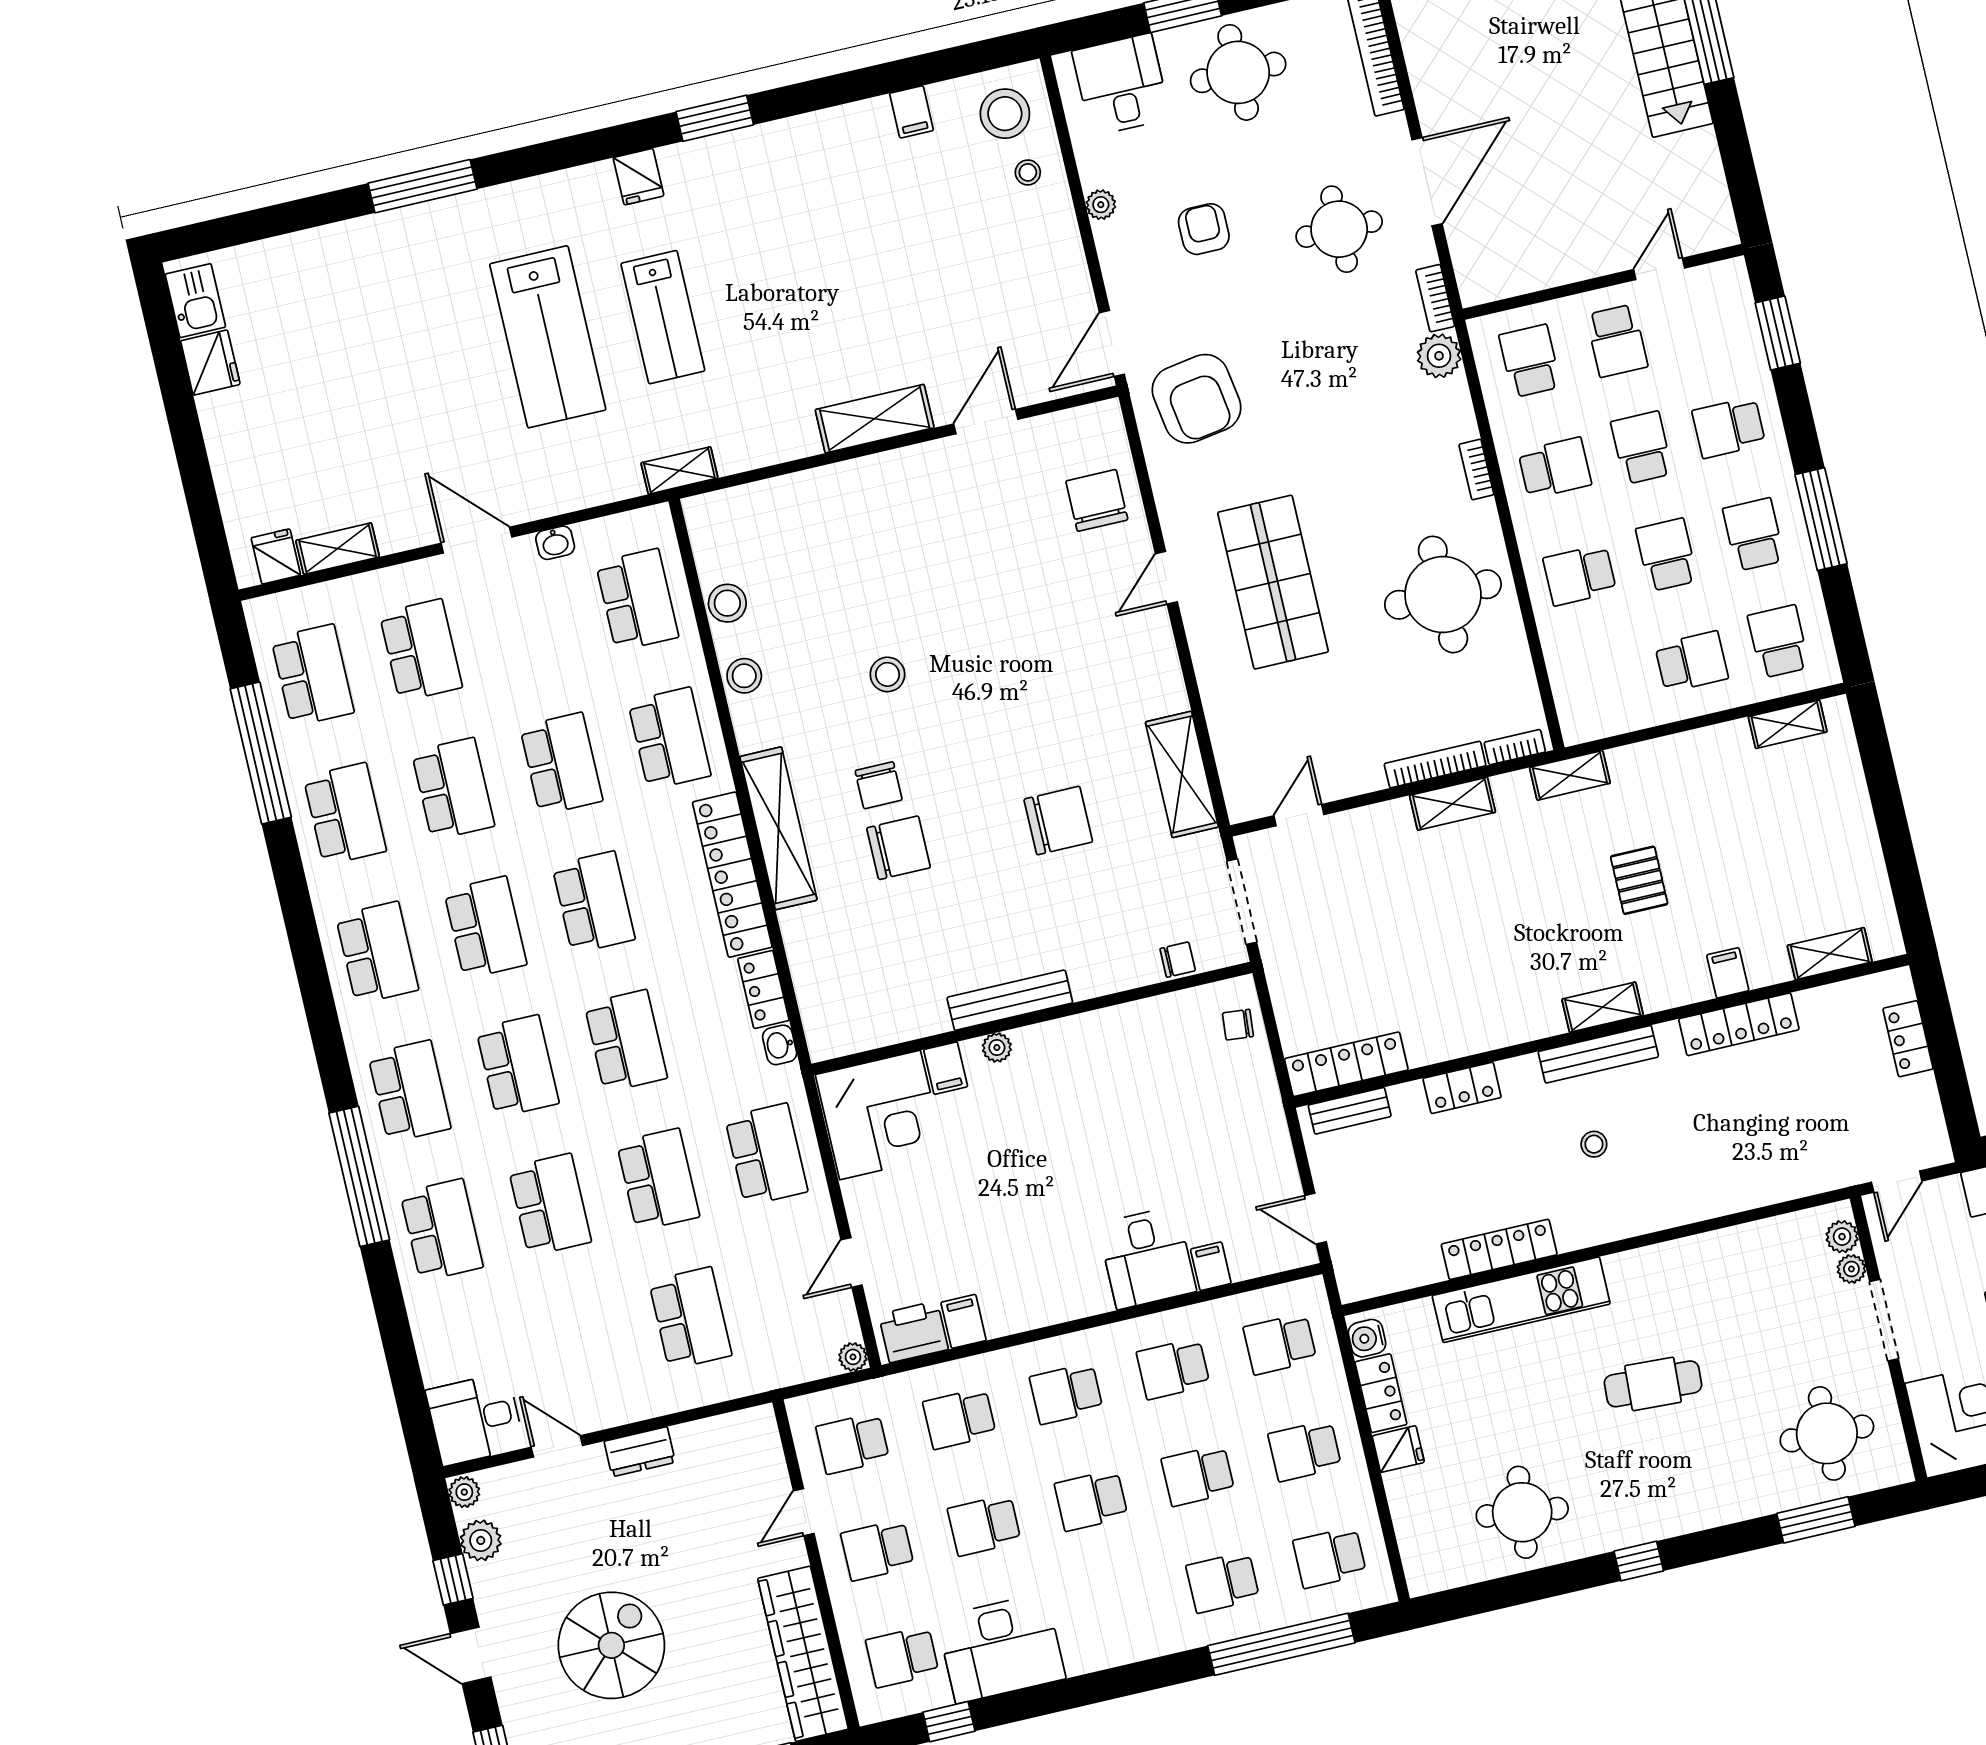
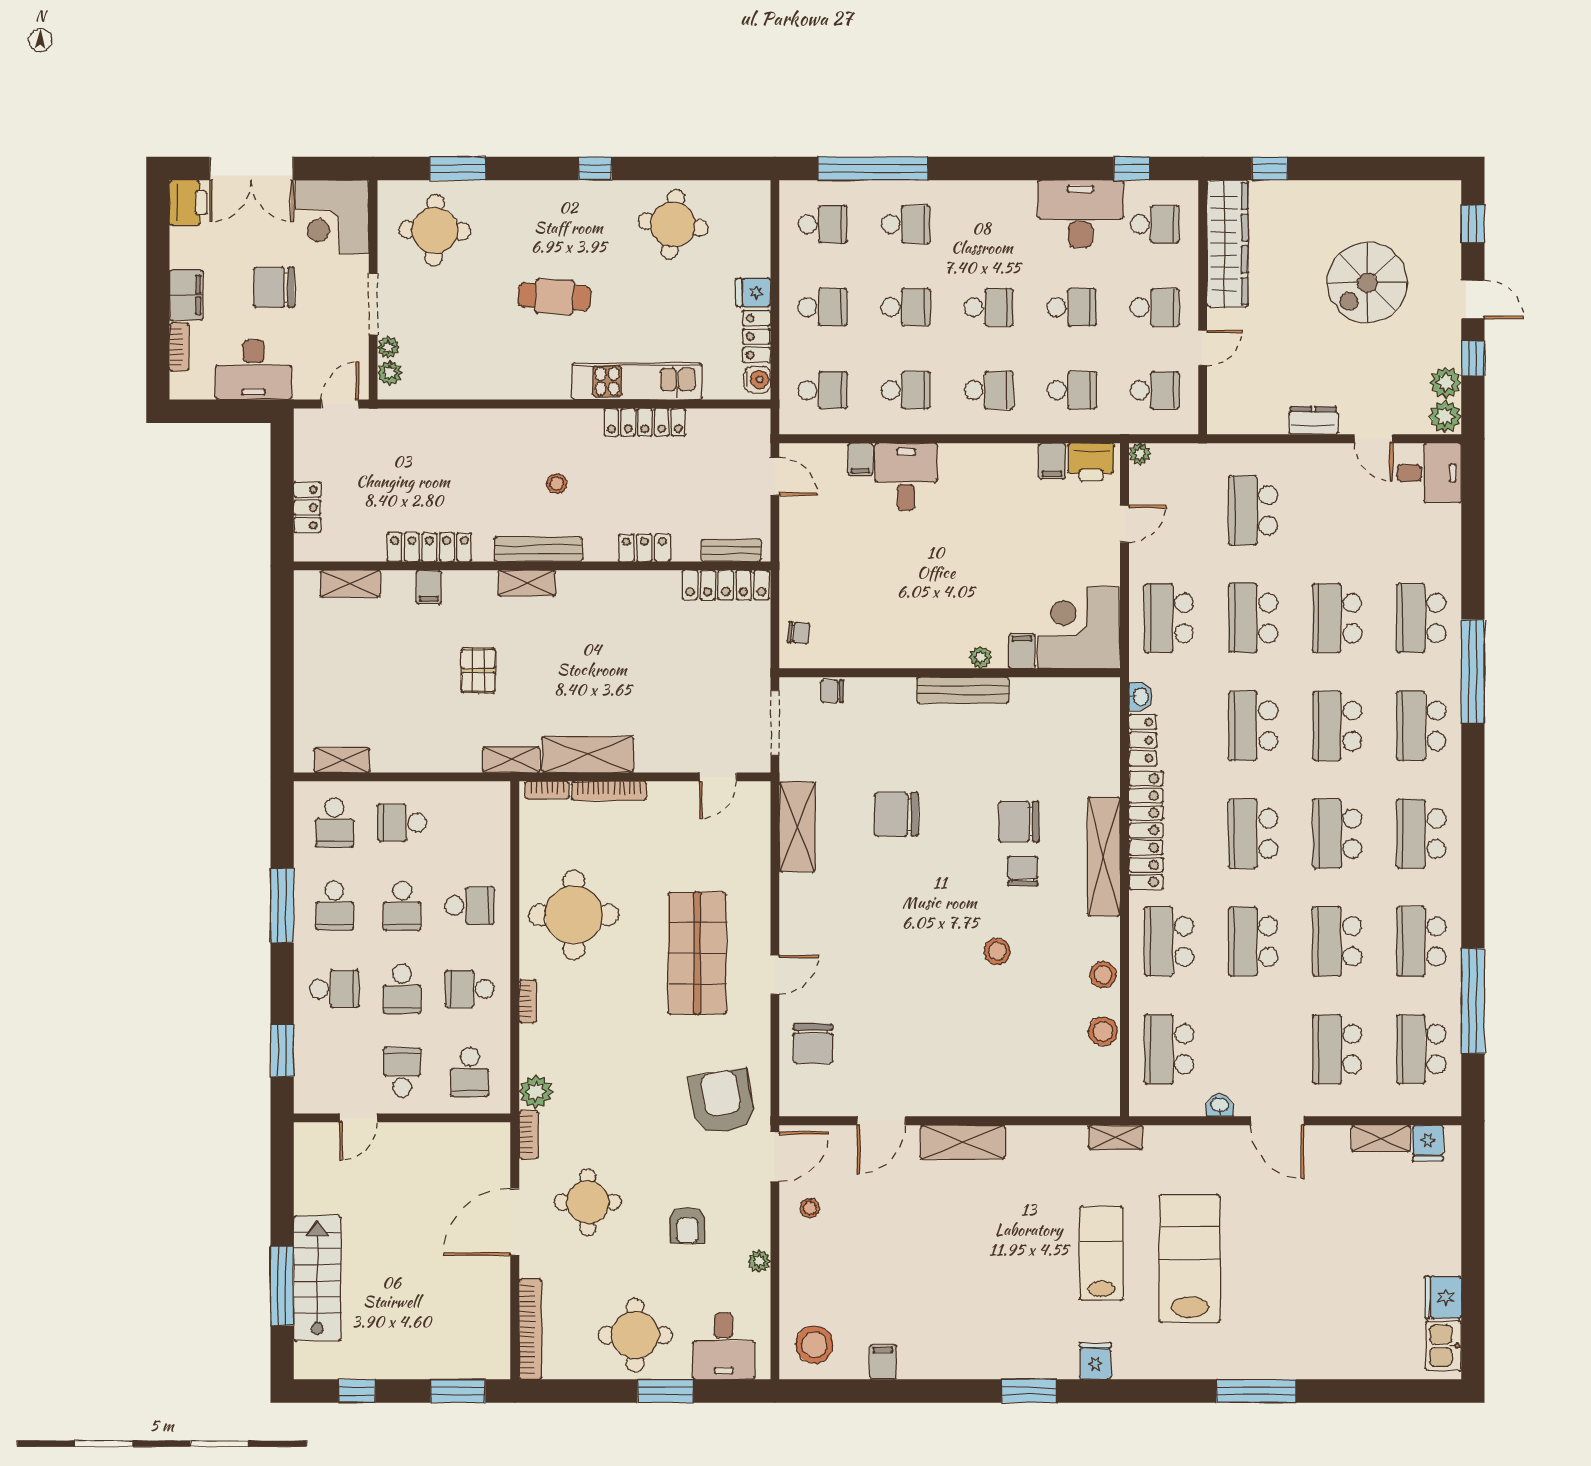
stool: (1028, 172) -> (810, 1208), moved
shelving: (1453, 804) -> (587, 754), width x1.50, depth x1.33
plant: (464, 1492) -> (1445, 416), width x1.38, depth x1.38

